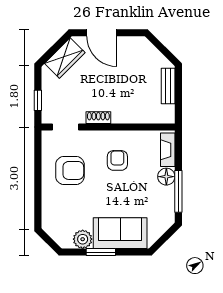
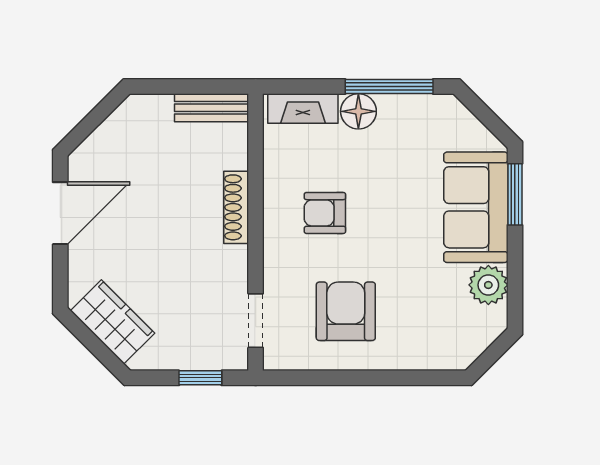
door: (102, 33) -> (60, 213), moved
bench: (168, 86) -> (212, 108), moved
shoe rack: (98, 118) -> (236, 207), moved, width x1.43
window: (101, 252) -> (515, 194), moved

